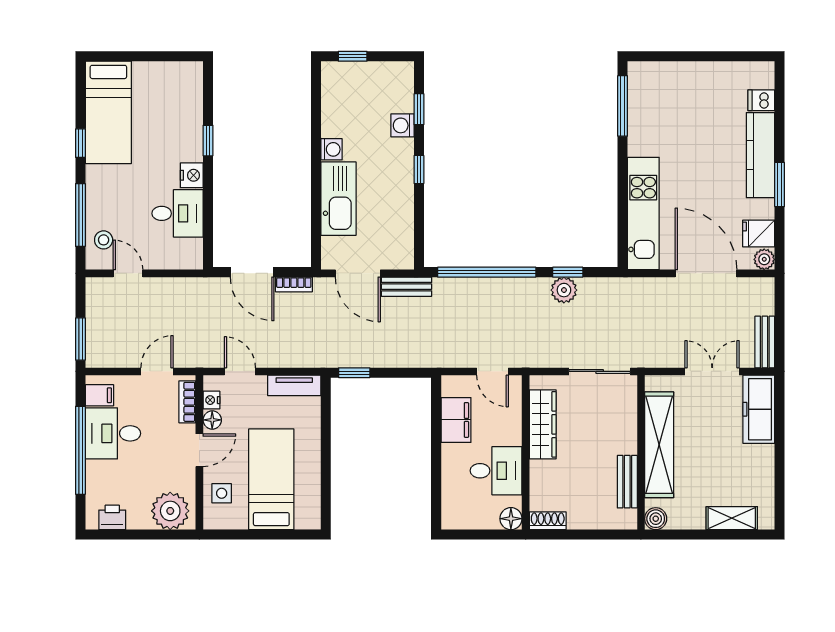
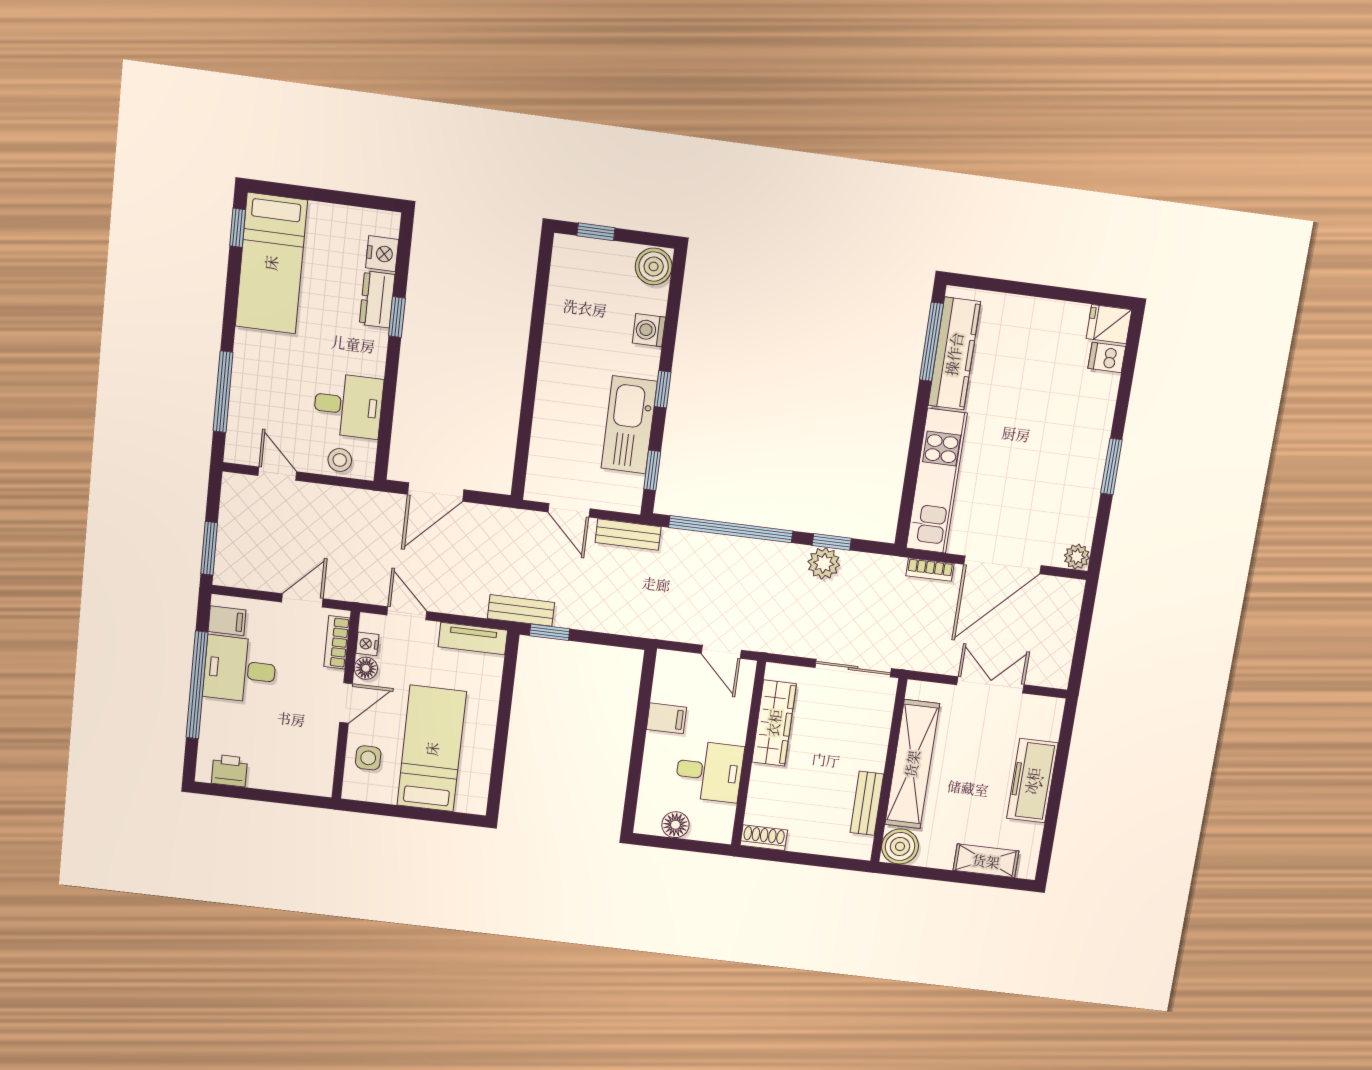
boiler: (400, 77) -> (654, 266), added
window: (419, 109) -> (652, 470), moved
dresser: (191, 129) -> (377, 299), added
window: (80, 143) -> (238, 228), moved
washing machine: (331, 149) -> (554, 349), removed
kitchen counter: (760, 155) -> (954, 354), moved, turned 180
nightstand: (192, 175) -> (382, 254), moved
kitchen sink: (338, 199) -> (629, 425), moved, turned 180
fridge: (759, 233) -> (1109, 324), moved
stool: (104, 240) -> (340, 460), moved
door: (252, 272) -> (436, 492), hinge flipped
door: (358, 273) -> (569, 510), width x0.73
door: (706, 273) -> (1002, 565), swing flipped
bookcase: (294, 284) -> (930, 570), moved
bench: (765, 342) -> (521, 610), moved, turned 90
freezer: (759, 409) -> (1032, 781), moved
filing cabinet: (456, 420) -> (667, 718), width x0.50
plant: (170, 511) -> (302, 771), removed
floor lamp: (511, 519) -> (675, 825), moved
boiler: (656, 519) -> (900, 846), width x1.36, depth x1.36

